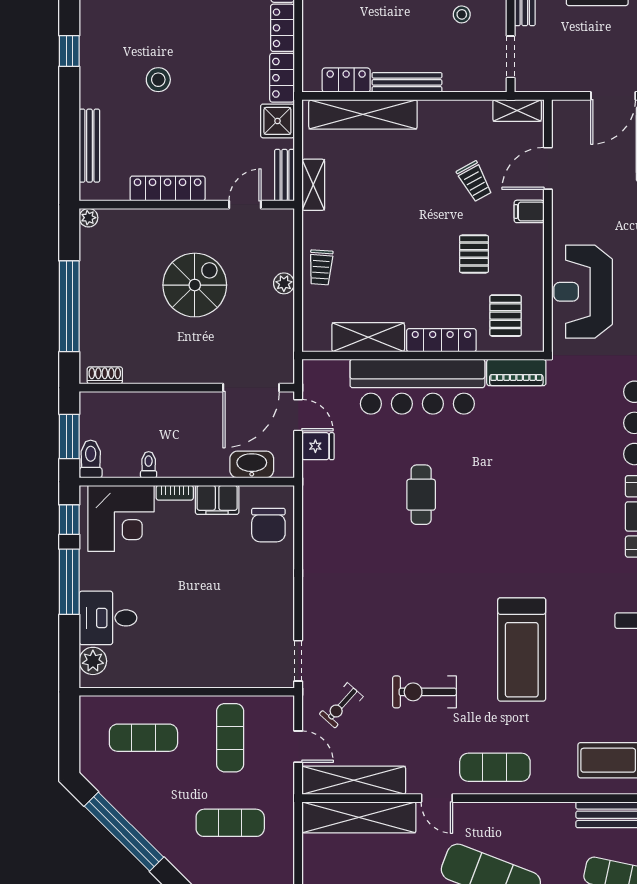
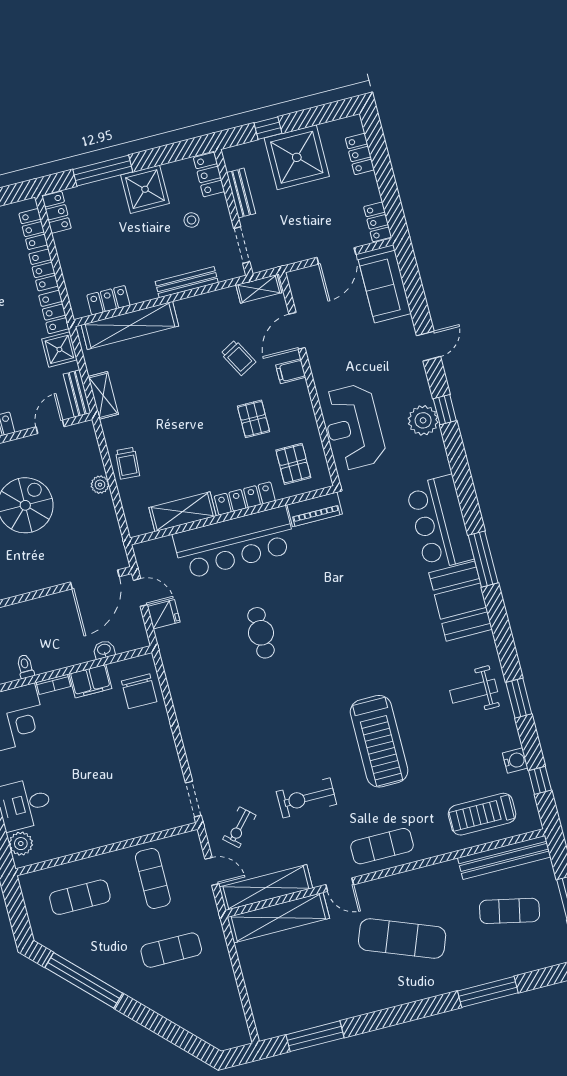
bench: (407, 82) -> (187, 282), moved
washbasin: (252, 464) -> (104, 650), width x0.52, depth x0.69

